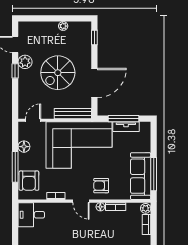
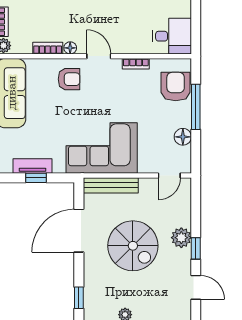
plant: (25, 62) -> (181, 238), moved
spiral stairs: (58, 73) -> (133, 246), turned 90
window: (123, 119) -> (36, 178), width x0.46
corner sofa: (79, 145) -> (102, 148), width x0.73, depth x0.74

